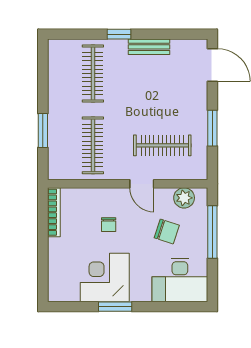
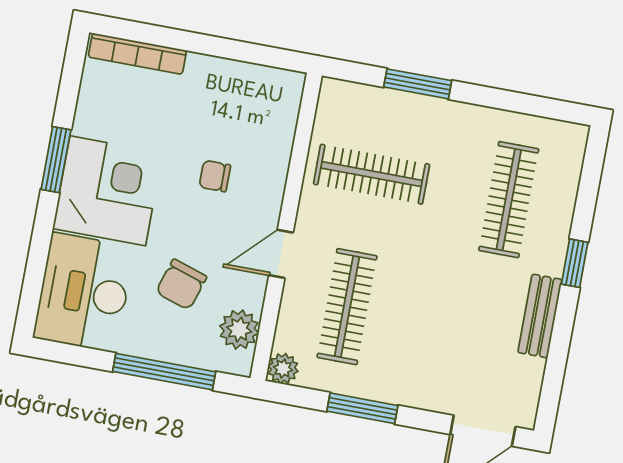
clothes rail: (93, 74) -> (509, 200), turned 90
plant: (200, 172) -> (283, 369), added
bookcase: (54, 212) -> (137, 54), moved
corner desk: (105, 278) -> (108, 191), moved

